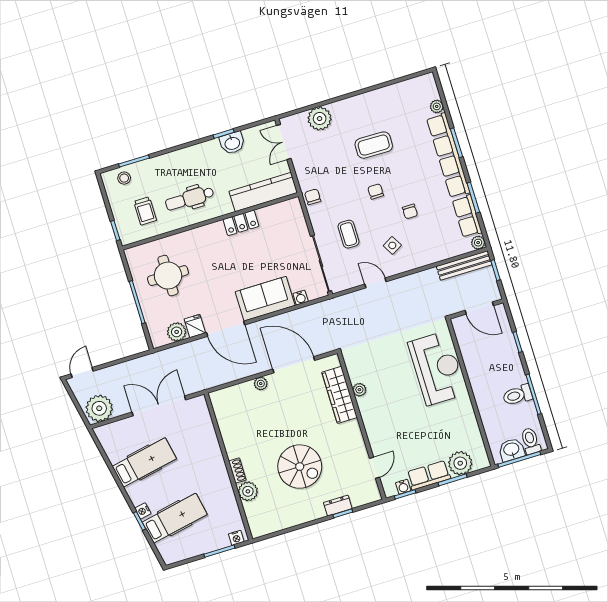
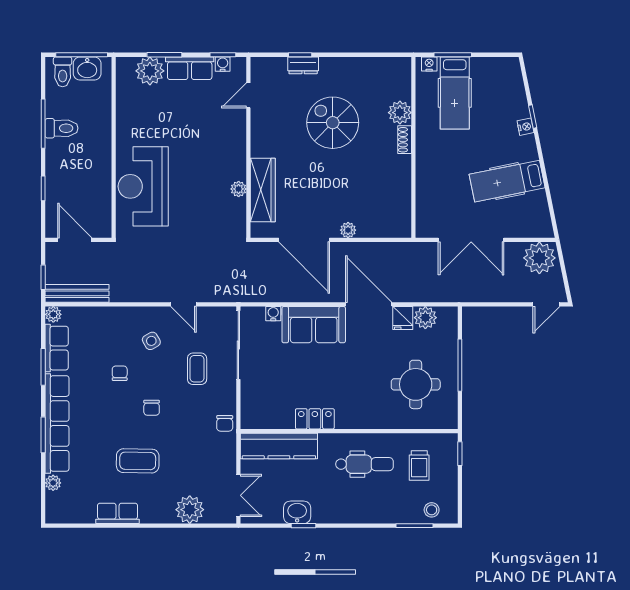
row of seats: (377, 98) -> (118, 513), added
trolley: (145, 211) -> (419, 465), turned 180
hospital bed: (175, 518) -> (455, 93), moved, turned -79

